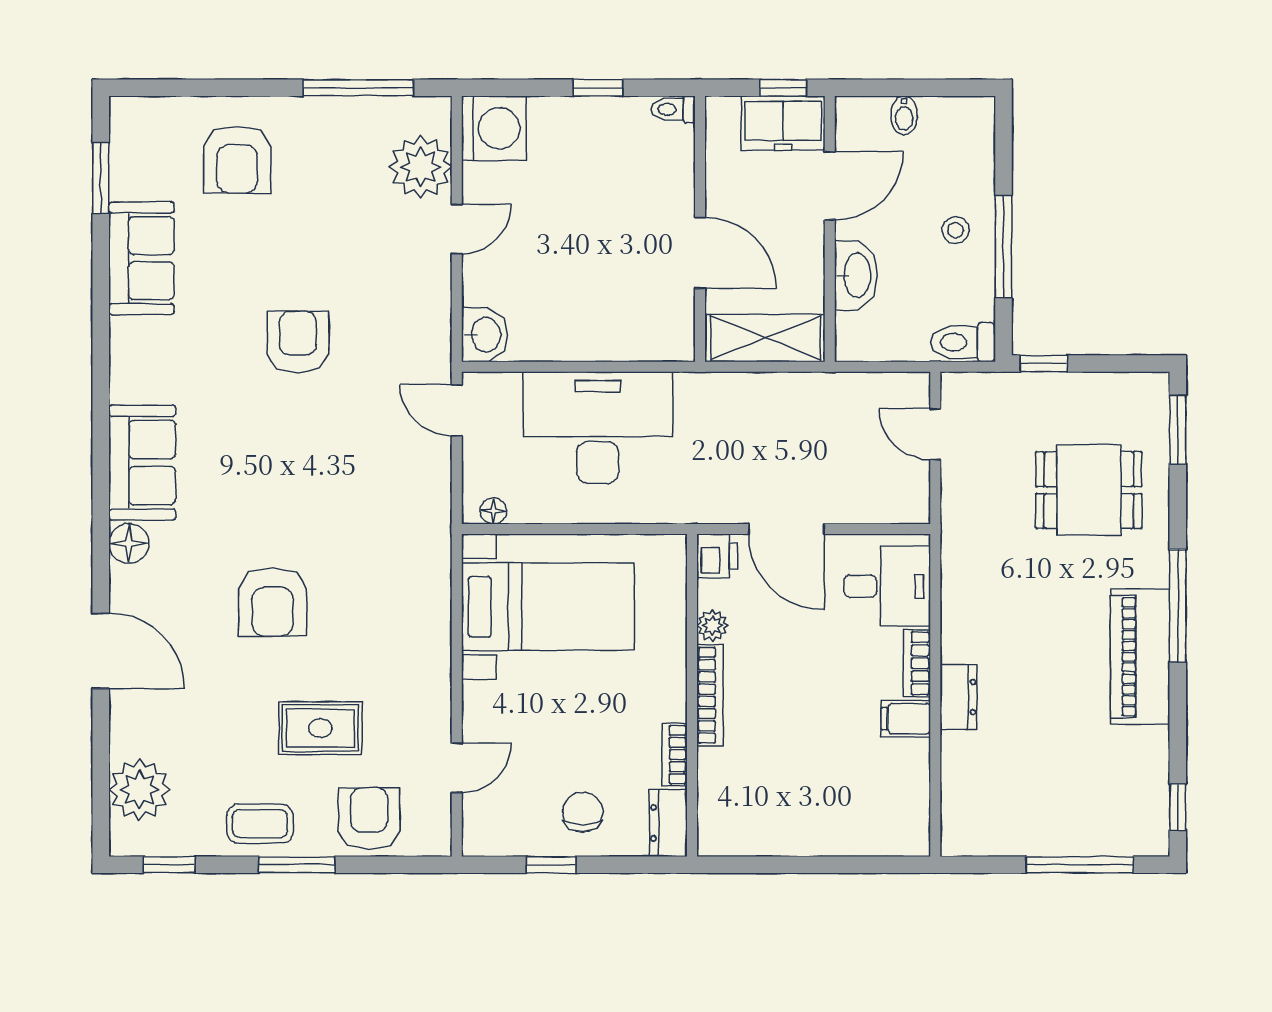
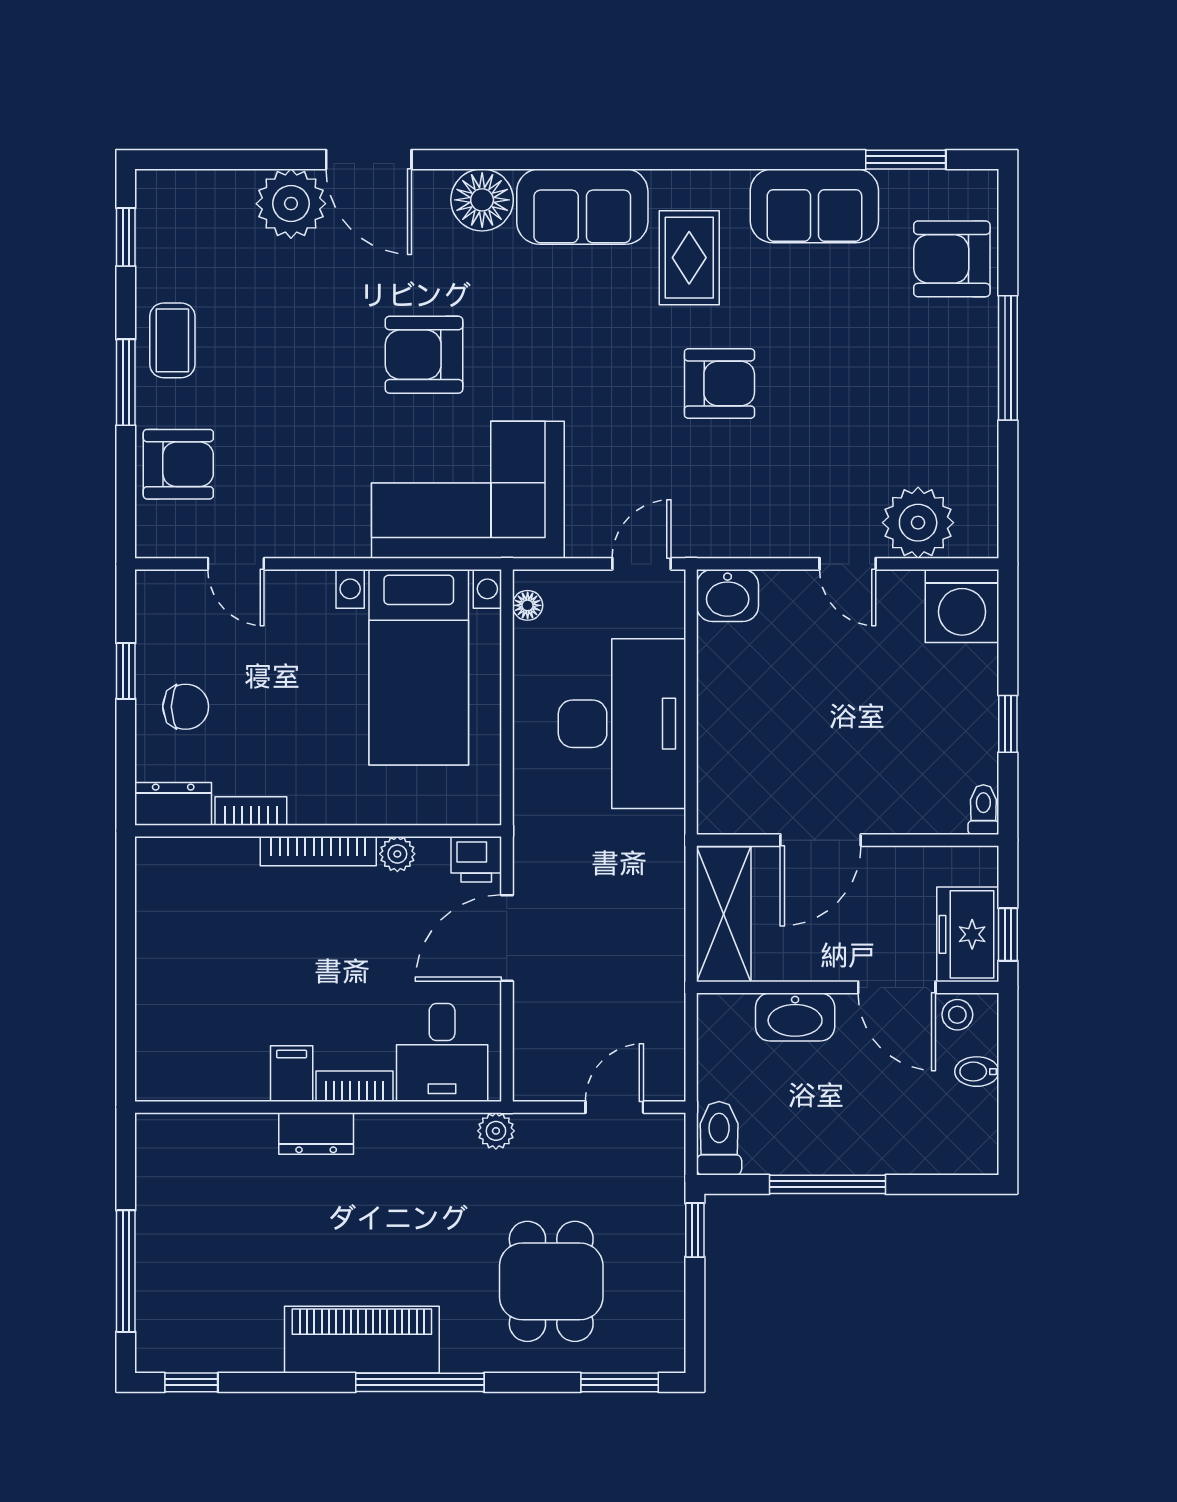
window: (358, 88) -> (1008, 358), moved
armchair: (237, 160) -> (952, 259), moved
stool: (956, 230) -> (957, 1015), moved
plant: (956, 539) -> (496, 1131), added
floor lamp: (129, 543) -> (482, 200), width x1.38, depth x1.38
corner sofa: (391, 563) -> (468, 490), added
door: (101, 651) -> (369, 160), hinge flipped
rug: (320, 728) -> (689, 258), moved
plant: (139, 789) -> (291, 204), moved

